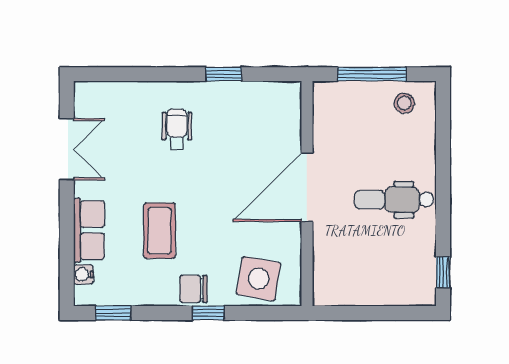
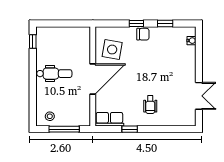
double door: (67, 149) -> (199, 96), swing flipped
row of seats: (89, 230) -> (109, 119), moved, turned 90
coffee table: (159, 231) -> (158, 60), removed
side table: (259, 279) -> (112, 50), moved
window: (113, 313) -> (165, 24), moved

